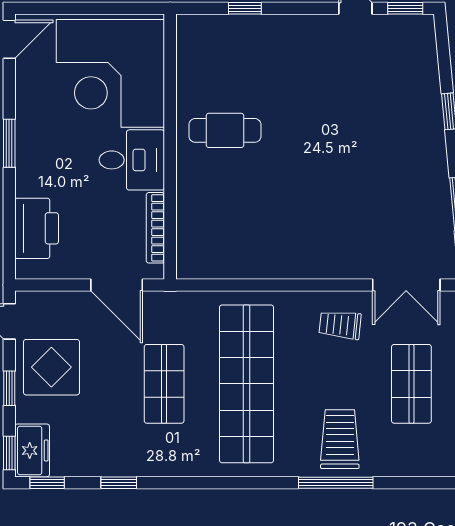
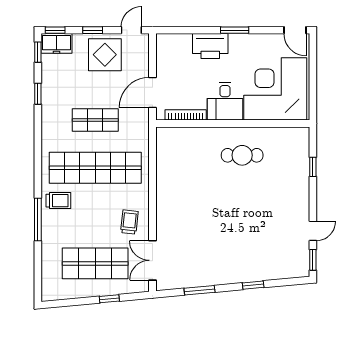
cafe table: (225, 130) -> (242, 155), turned 90
printer: (37, 228) -> (210, 46), moved
shop shelf: (411, 384) -> (95, 263), width x1.43, depth x1.36
trolley: (340, 439) -> (58, 201), moved, width x0.73, depth x0.72

